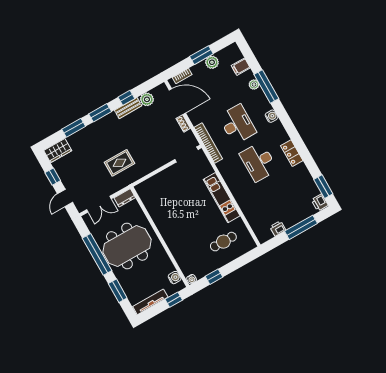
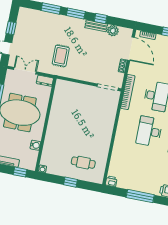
wardrobe: (58, 151) -> (28, 14), removed
rug: (119, 163) -> (61, 56), turned 90
kitchen unit: (222, 198) -> (106, 134), removed
double door: (99, 204) -> (25, 71), swing flipped
printer: (278, 228) -> (111, 181), moved
window: (214, 277) -> (71, 182), moved
water cooler: (175, 278) -> (35, 145), moved

